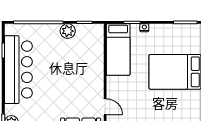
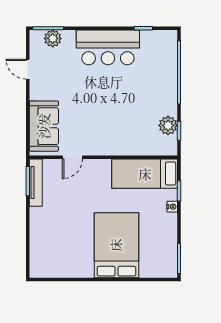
plant: (68, 31) -> (168, 125), moved
bar counter: (18, 70) -> (108, 47), width x0.73

